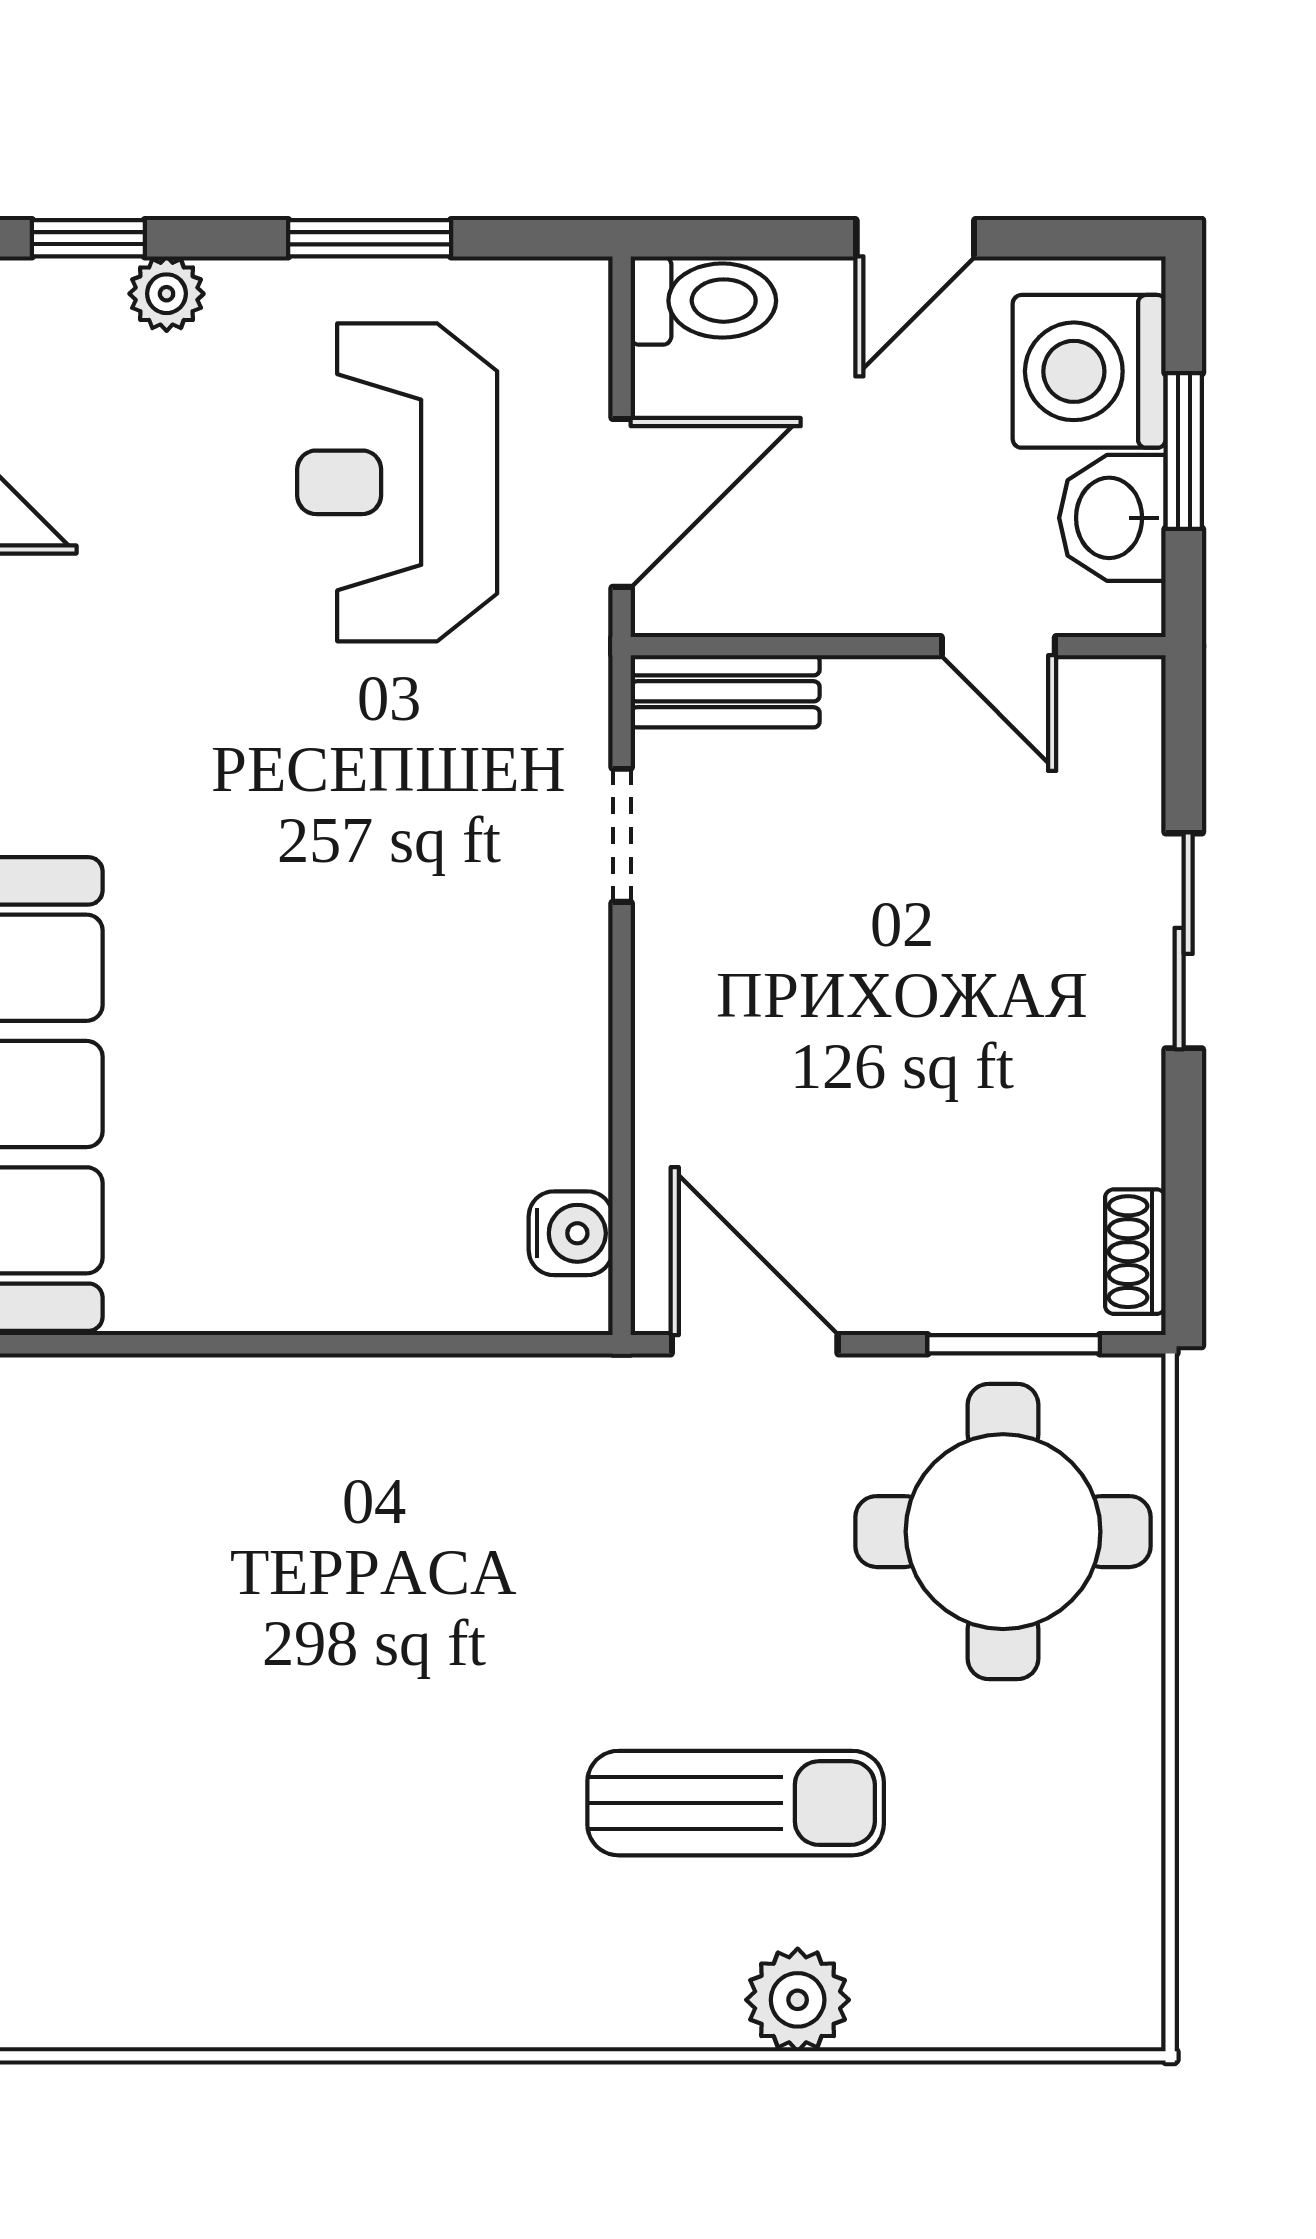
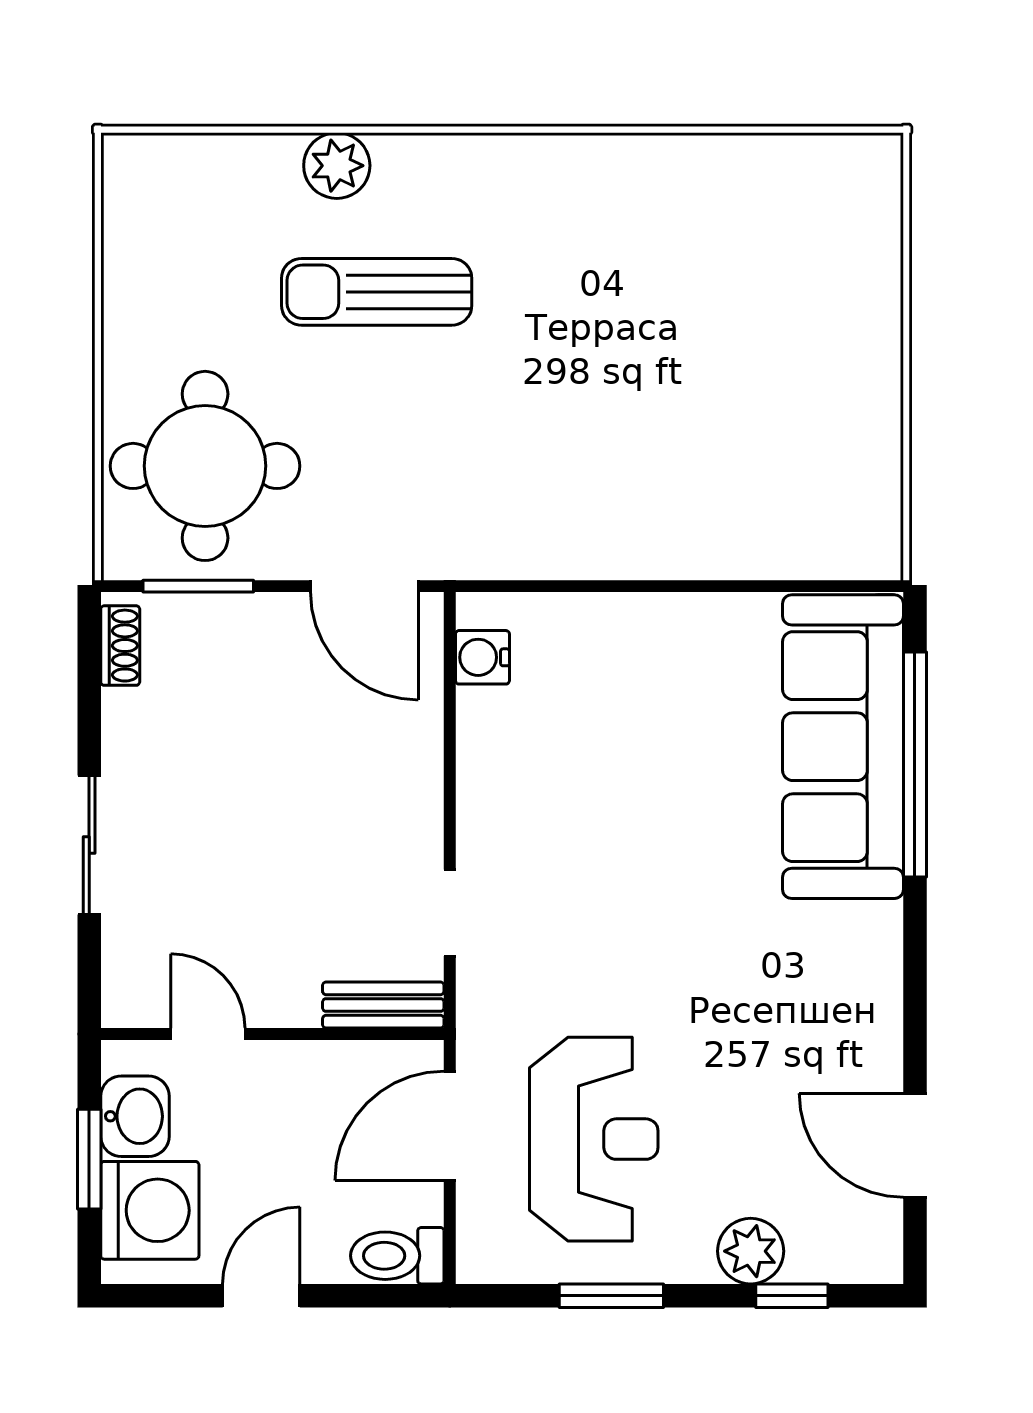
plant: (167, 294) -> (751, 1251), width x1.38, depth x1.38

